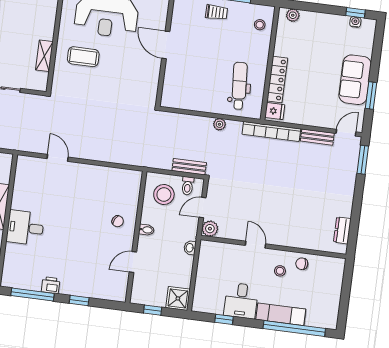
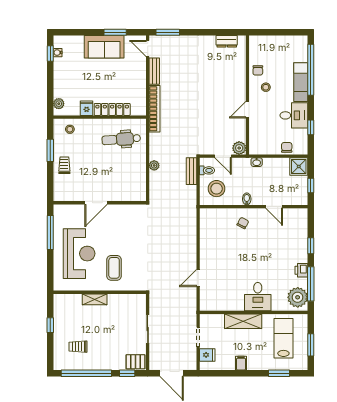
shelving: (44, 56) -> (95, 299), moved
fridge: (275, 111) -> (87, 108), moved
plant: (219, 124) -> (154, 165), moved
plant: (18, 276) -> (298, 297), added
chair: (203, 287) -> (287, 147), added

